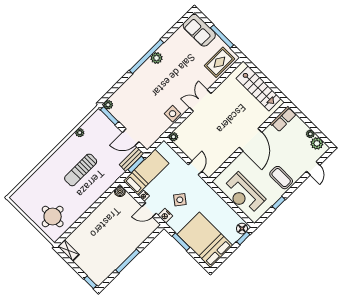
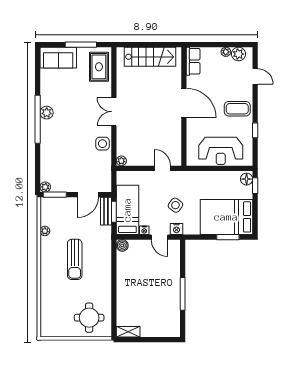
door: (149, 210) -> (159, 237), hinge flipped
window: (181, 242) -> (228, 237), moved
window: (90, 282) -> (170, 340), removed

